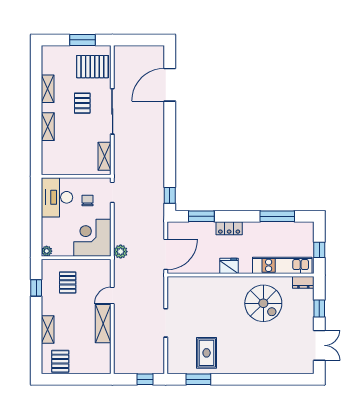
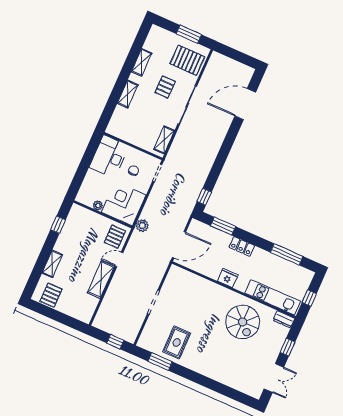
plant: (47, 251) -> (98, 206), moved
pallet: (68, 282) -> (115, 237), moved

